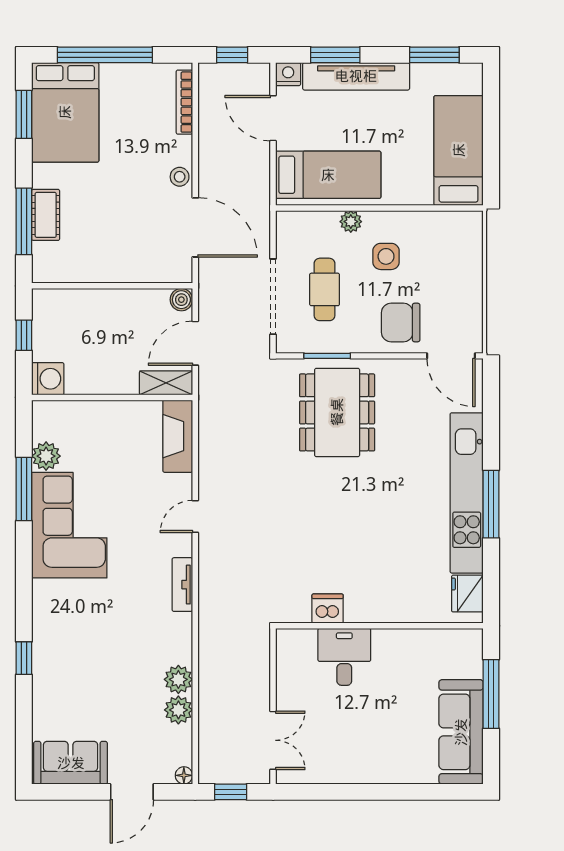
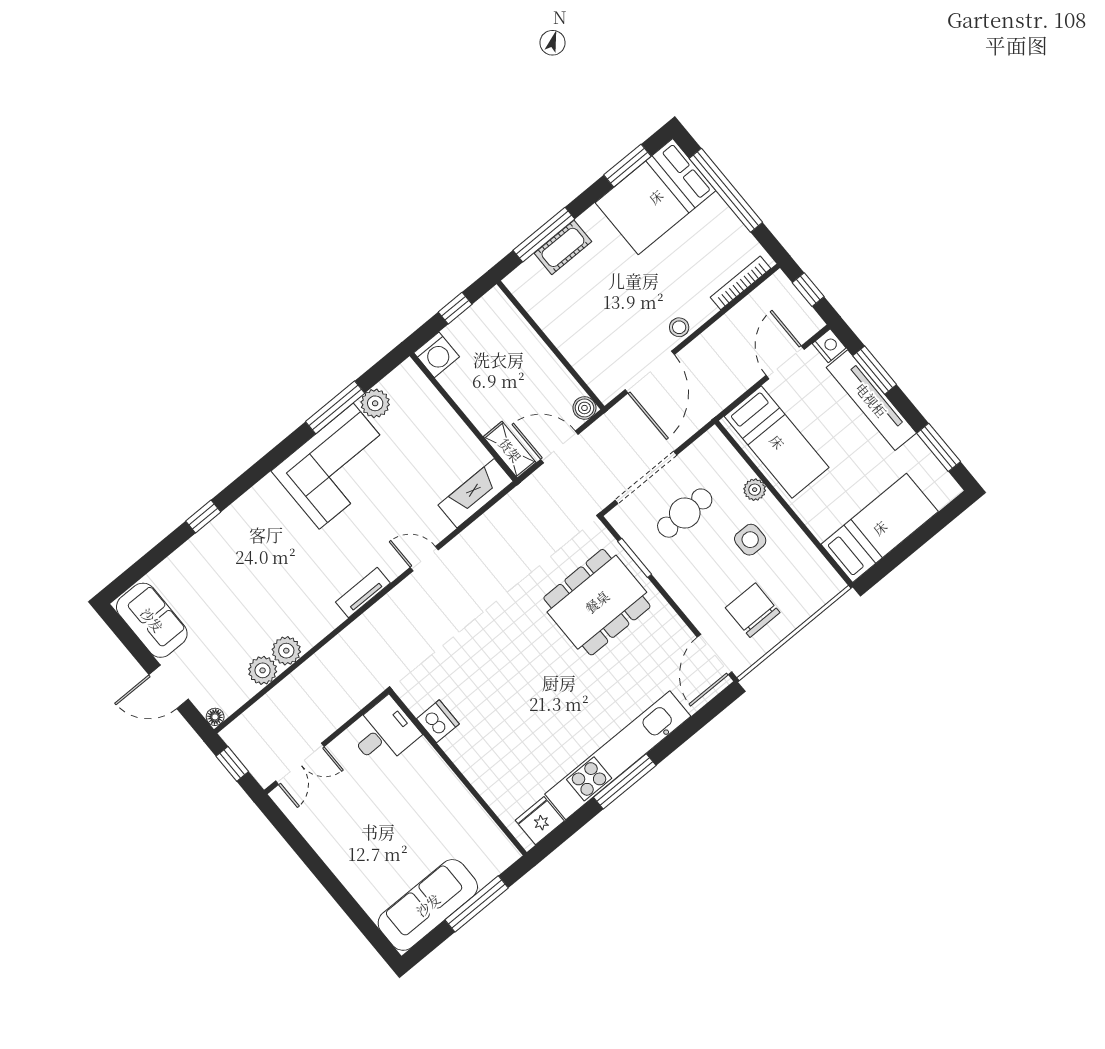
chair: (401, 322) -> (753, 610), moved
desk: (344, 657) -> (384, 733), moved

